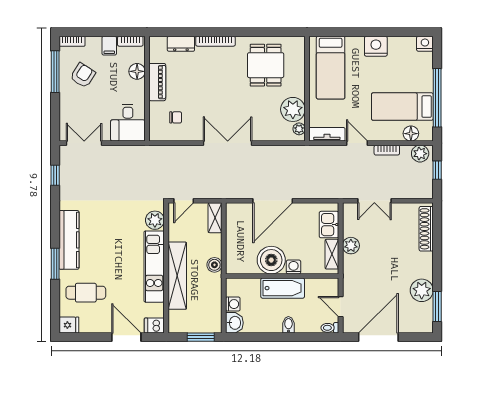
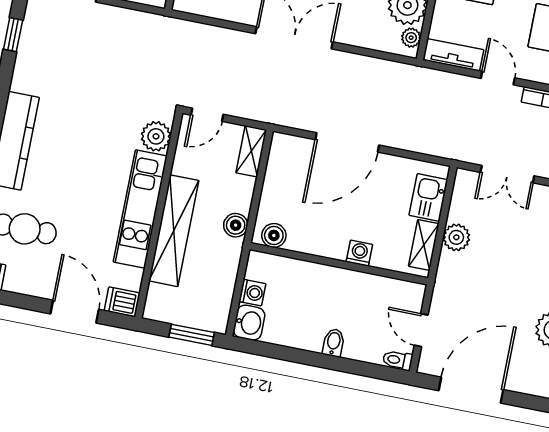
boiler: (271, 260) -> (274, 235), moved, width x0.54, depth x0.54
bathtub: (283, 288) -> (336, 283), removed

